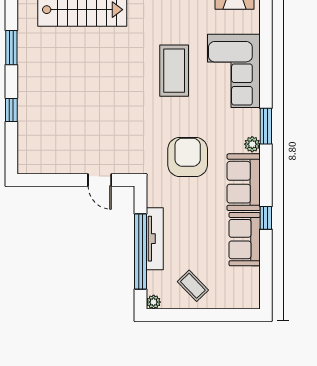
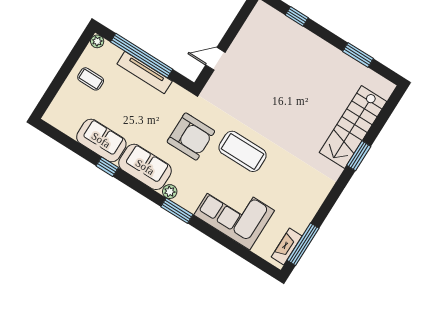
coffee table: (174, 71) -> (243, 151), moved
window: (11, 110) -> (297, 16), moved
coffee table: (193, 286) -> (91, 79), turned 44

